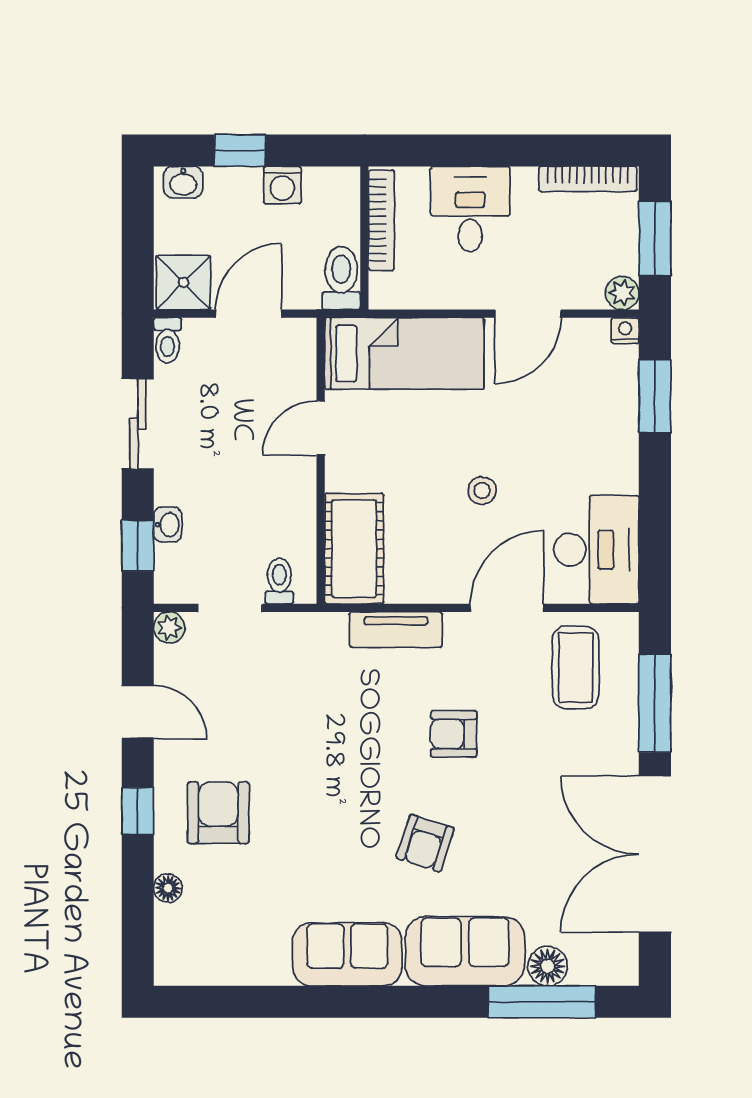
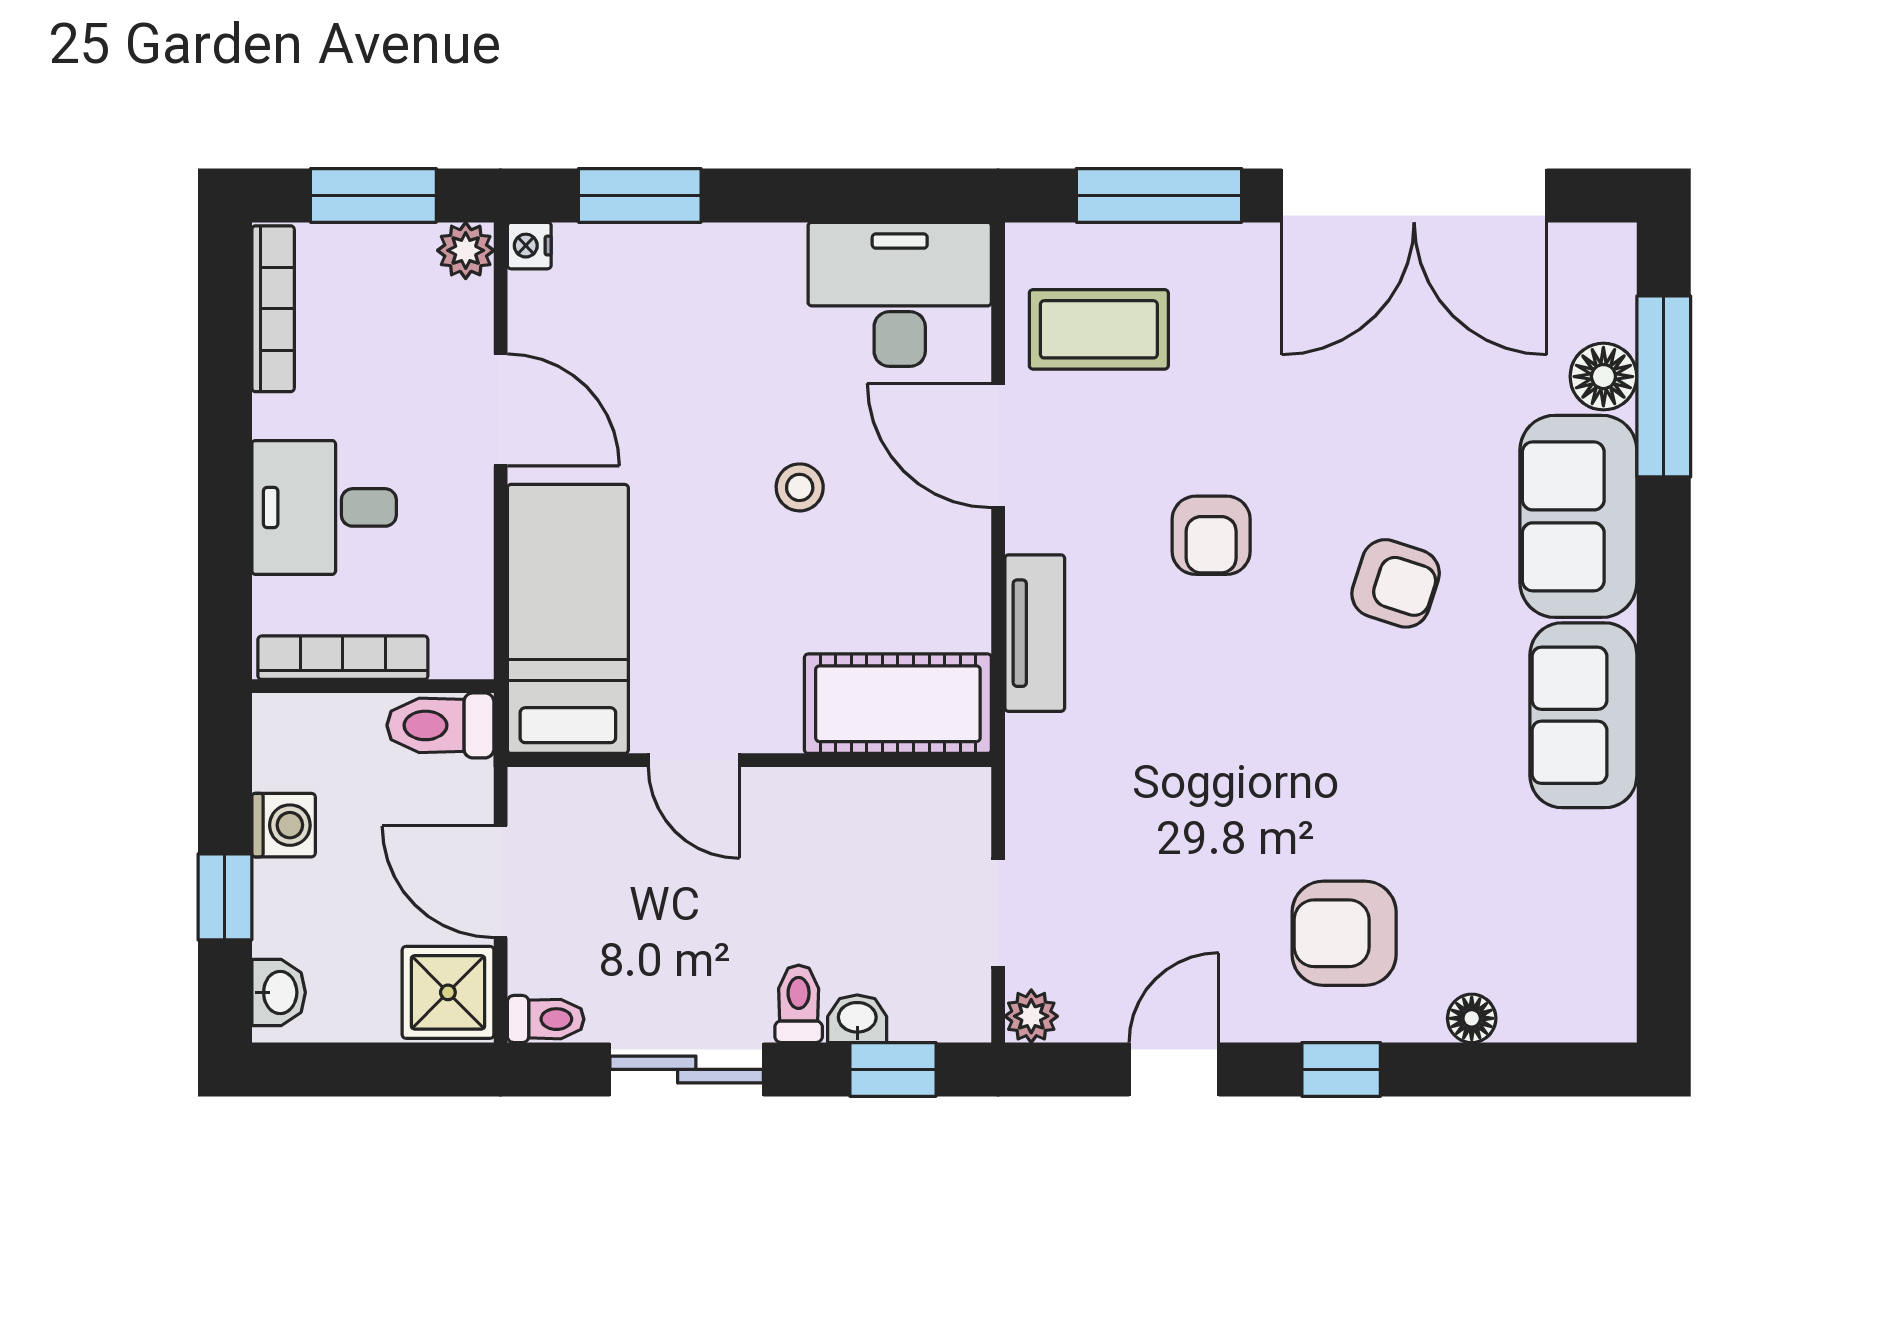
toilet: (279, 581) -> (799, 1004), moved, turned 90

